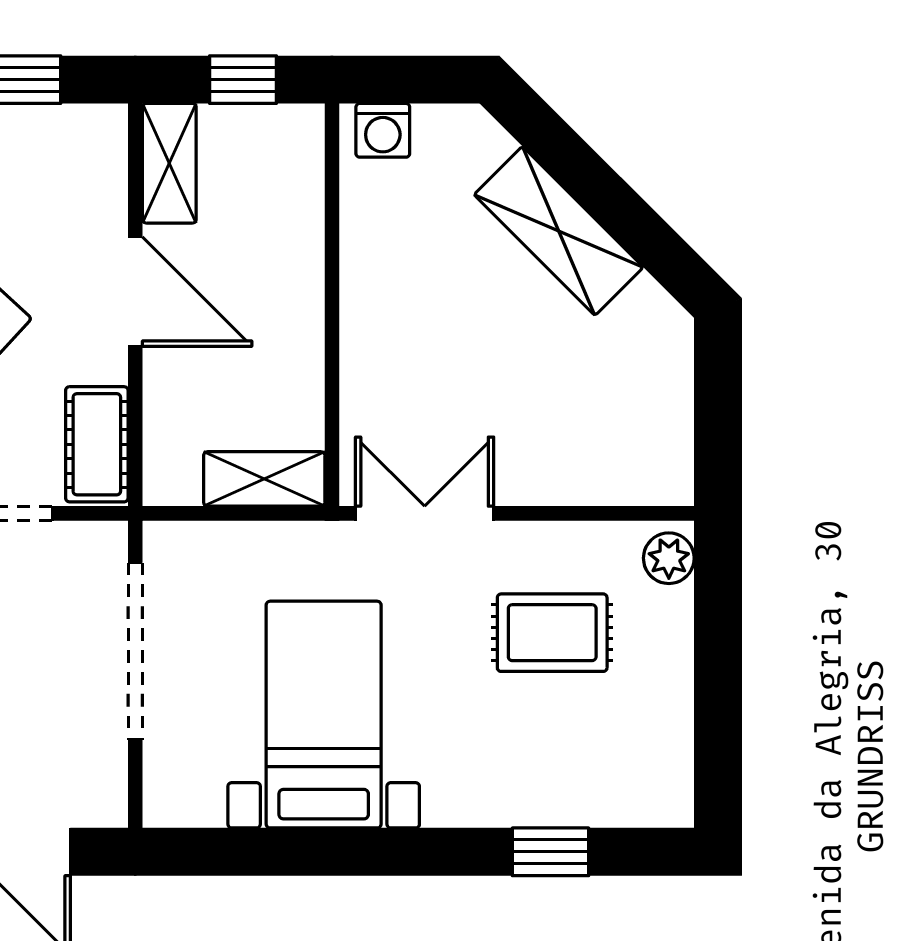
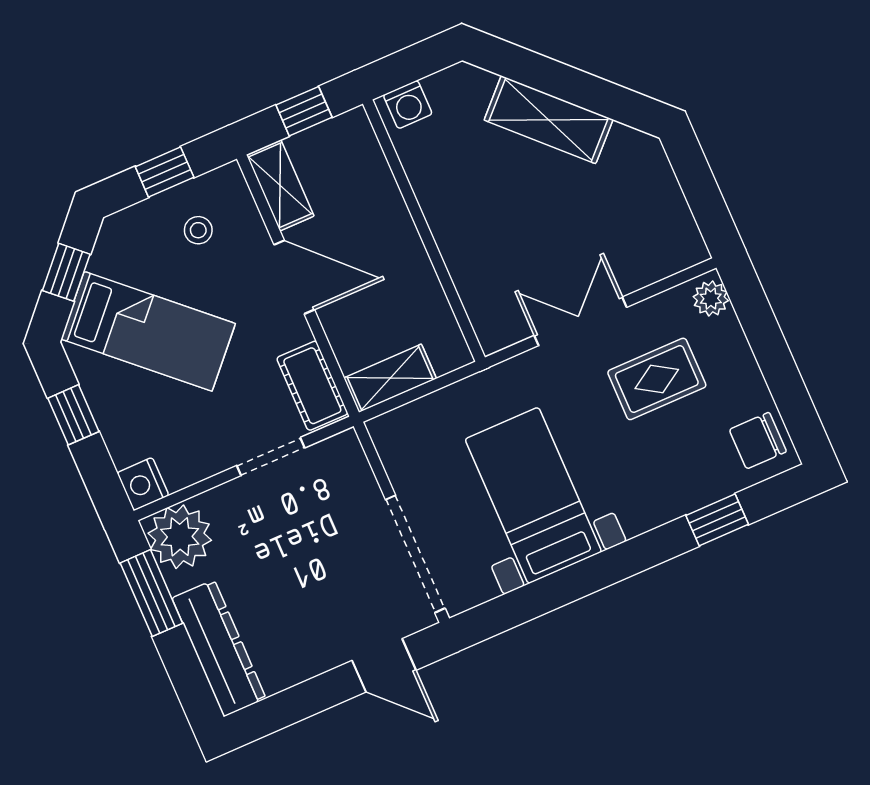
stool: (36, 175) -> (198, 230), added
shelving: (264, 479) -> (390, 378), moved
double door: (425, 513) -> (580, 321), moved
doorway: (135, 651) -> (415, 554), moved
chair: (649, 771) -> (758, 441), added

